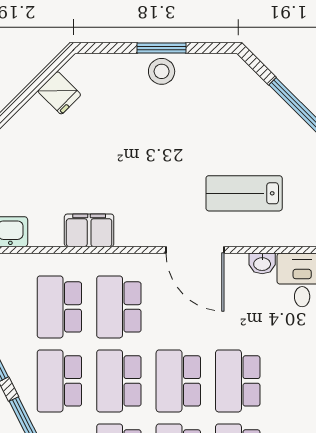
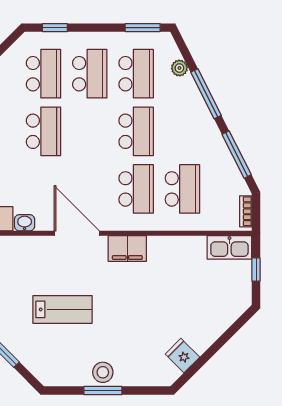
lab bench: (244, 193) -> (63, 309), moved
filing cabinet: (89, 230) -> (127, 249), moved
school desk: (59, 381) -> (182, 131), removed
school desk: (178, 381) -> (90, 131), removed

